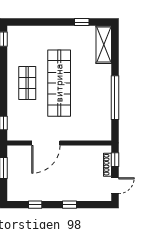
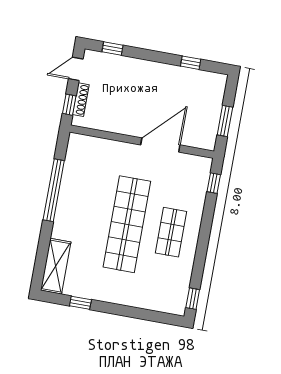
window: (69, 205) -> (113, 49), moved

